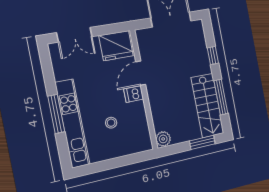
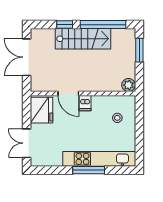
double door: (74, 35) -> (27, 143), swing flipped
window: (221, 97) -> (103, 25), width x1.46
stairs: (207, 106) -> (83, 39), moved
stool: (111, 123) -> (117, 118), moved

